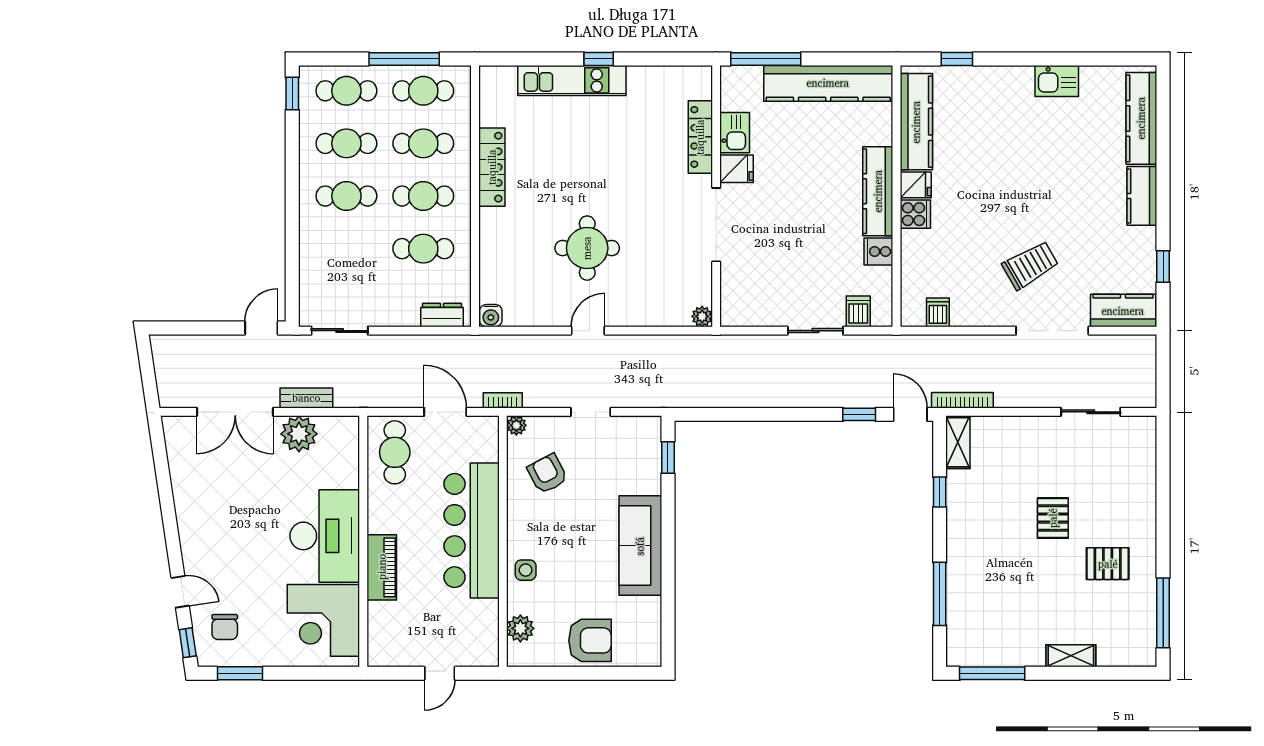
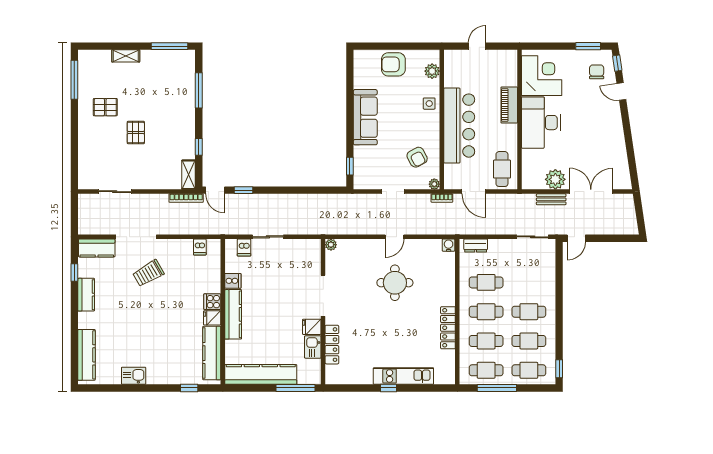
kitchen counter: (1142, 196) -> (86, 295), moved

